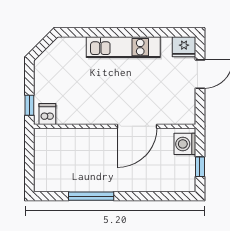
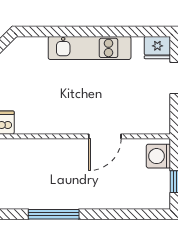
door: (137, 126) -> (105, 136), width x0.73

